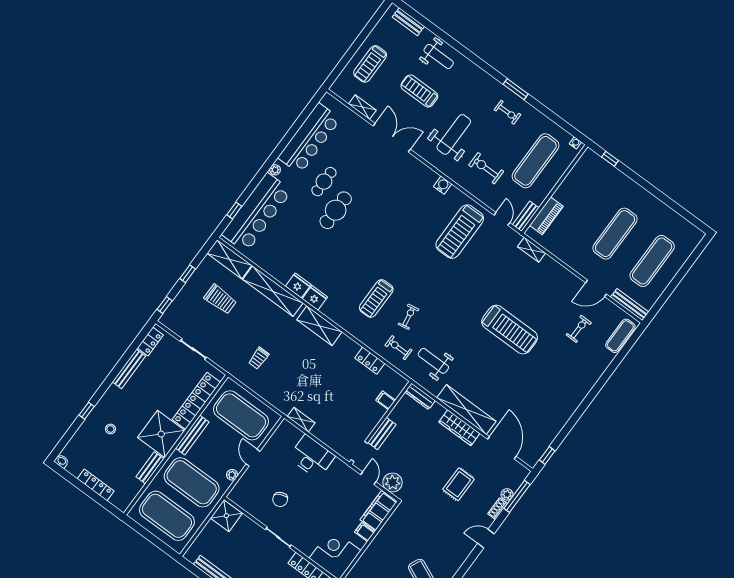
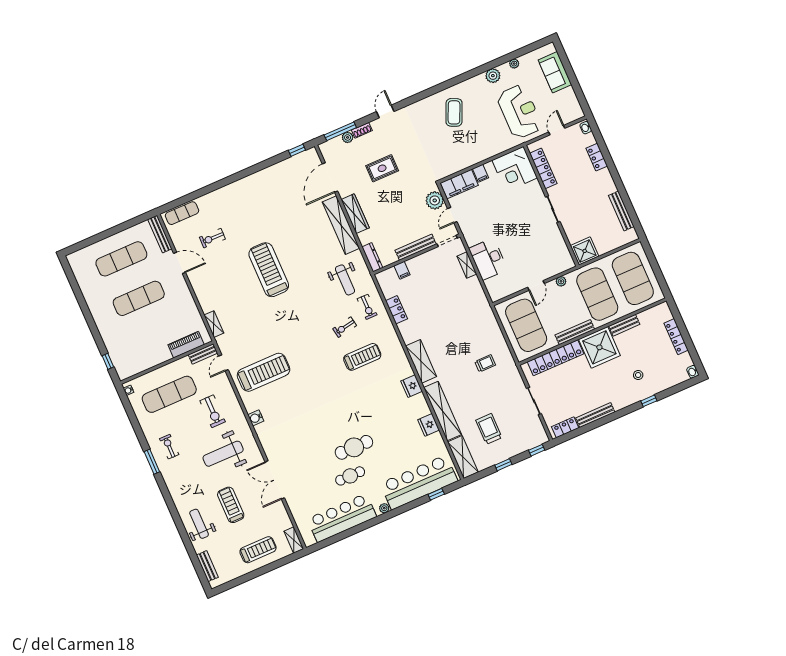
treadmill: (419, 91) -> (231, 505), turned 180
shelving: (362, 107) -> (294, 540), moved
fridge: (298, 285) -> (429, 425), moved
shelving: (301, 420) -> (467, 265), moved
bench: (382, 434) -> (416, 247), width x1.36
chair: (280, 499) -> (533, 239), removed
door: (486, 539) -> (385, 111), swing flipped

